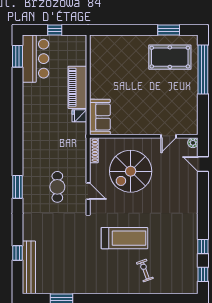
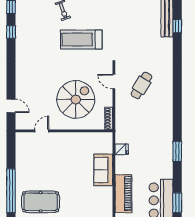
piano: (77, 87) -> (123, 194), moved
sofa: (100, 117) -> (103, 170), moved
plant: (193, 143) -> (20, 125), removed
window: (17, 187) -> (177, 151), moved
cafe table: (57, 187) -> (141, 85), turned 31

